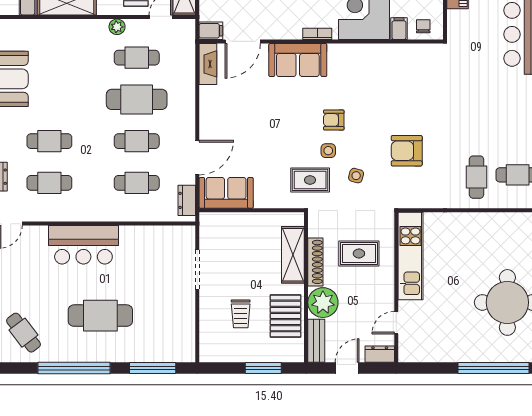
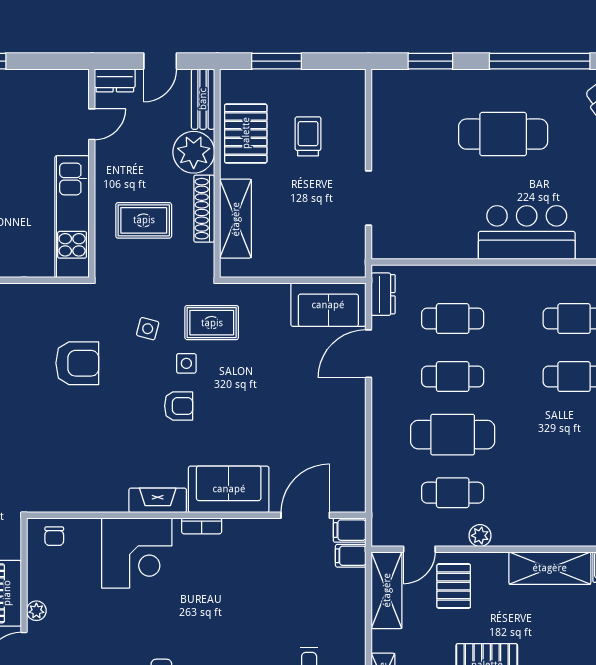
filing cabinet: (399, 29) -> (351, 556), moved, turned 90
fireplace: (208, 64) -> (158, 500), moved, turned 90
window: (153, 368) -> (430, 61), width x0.69

